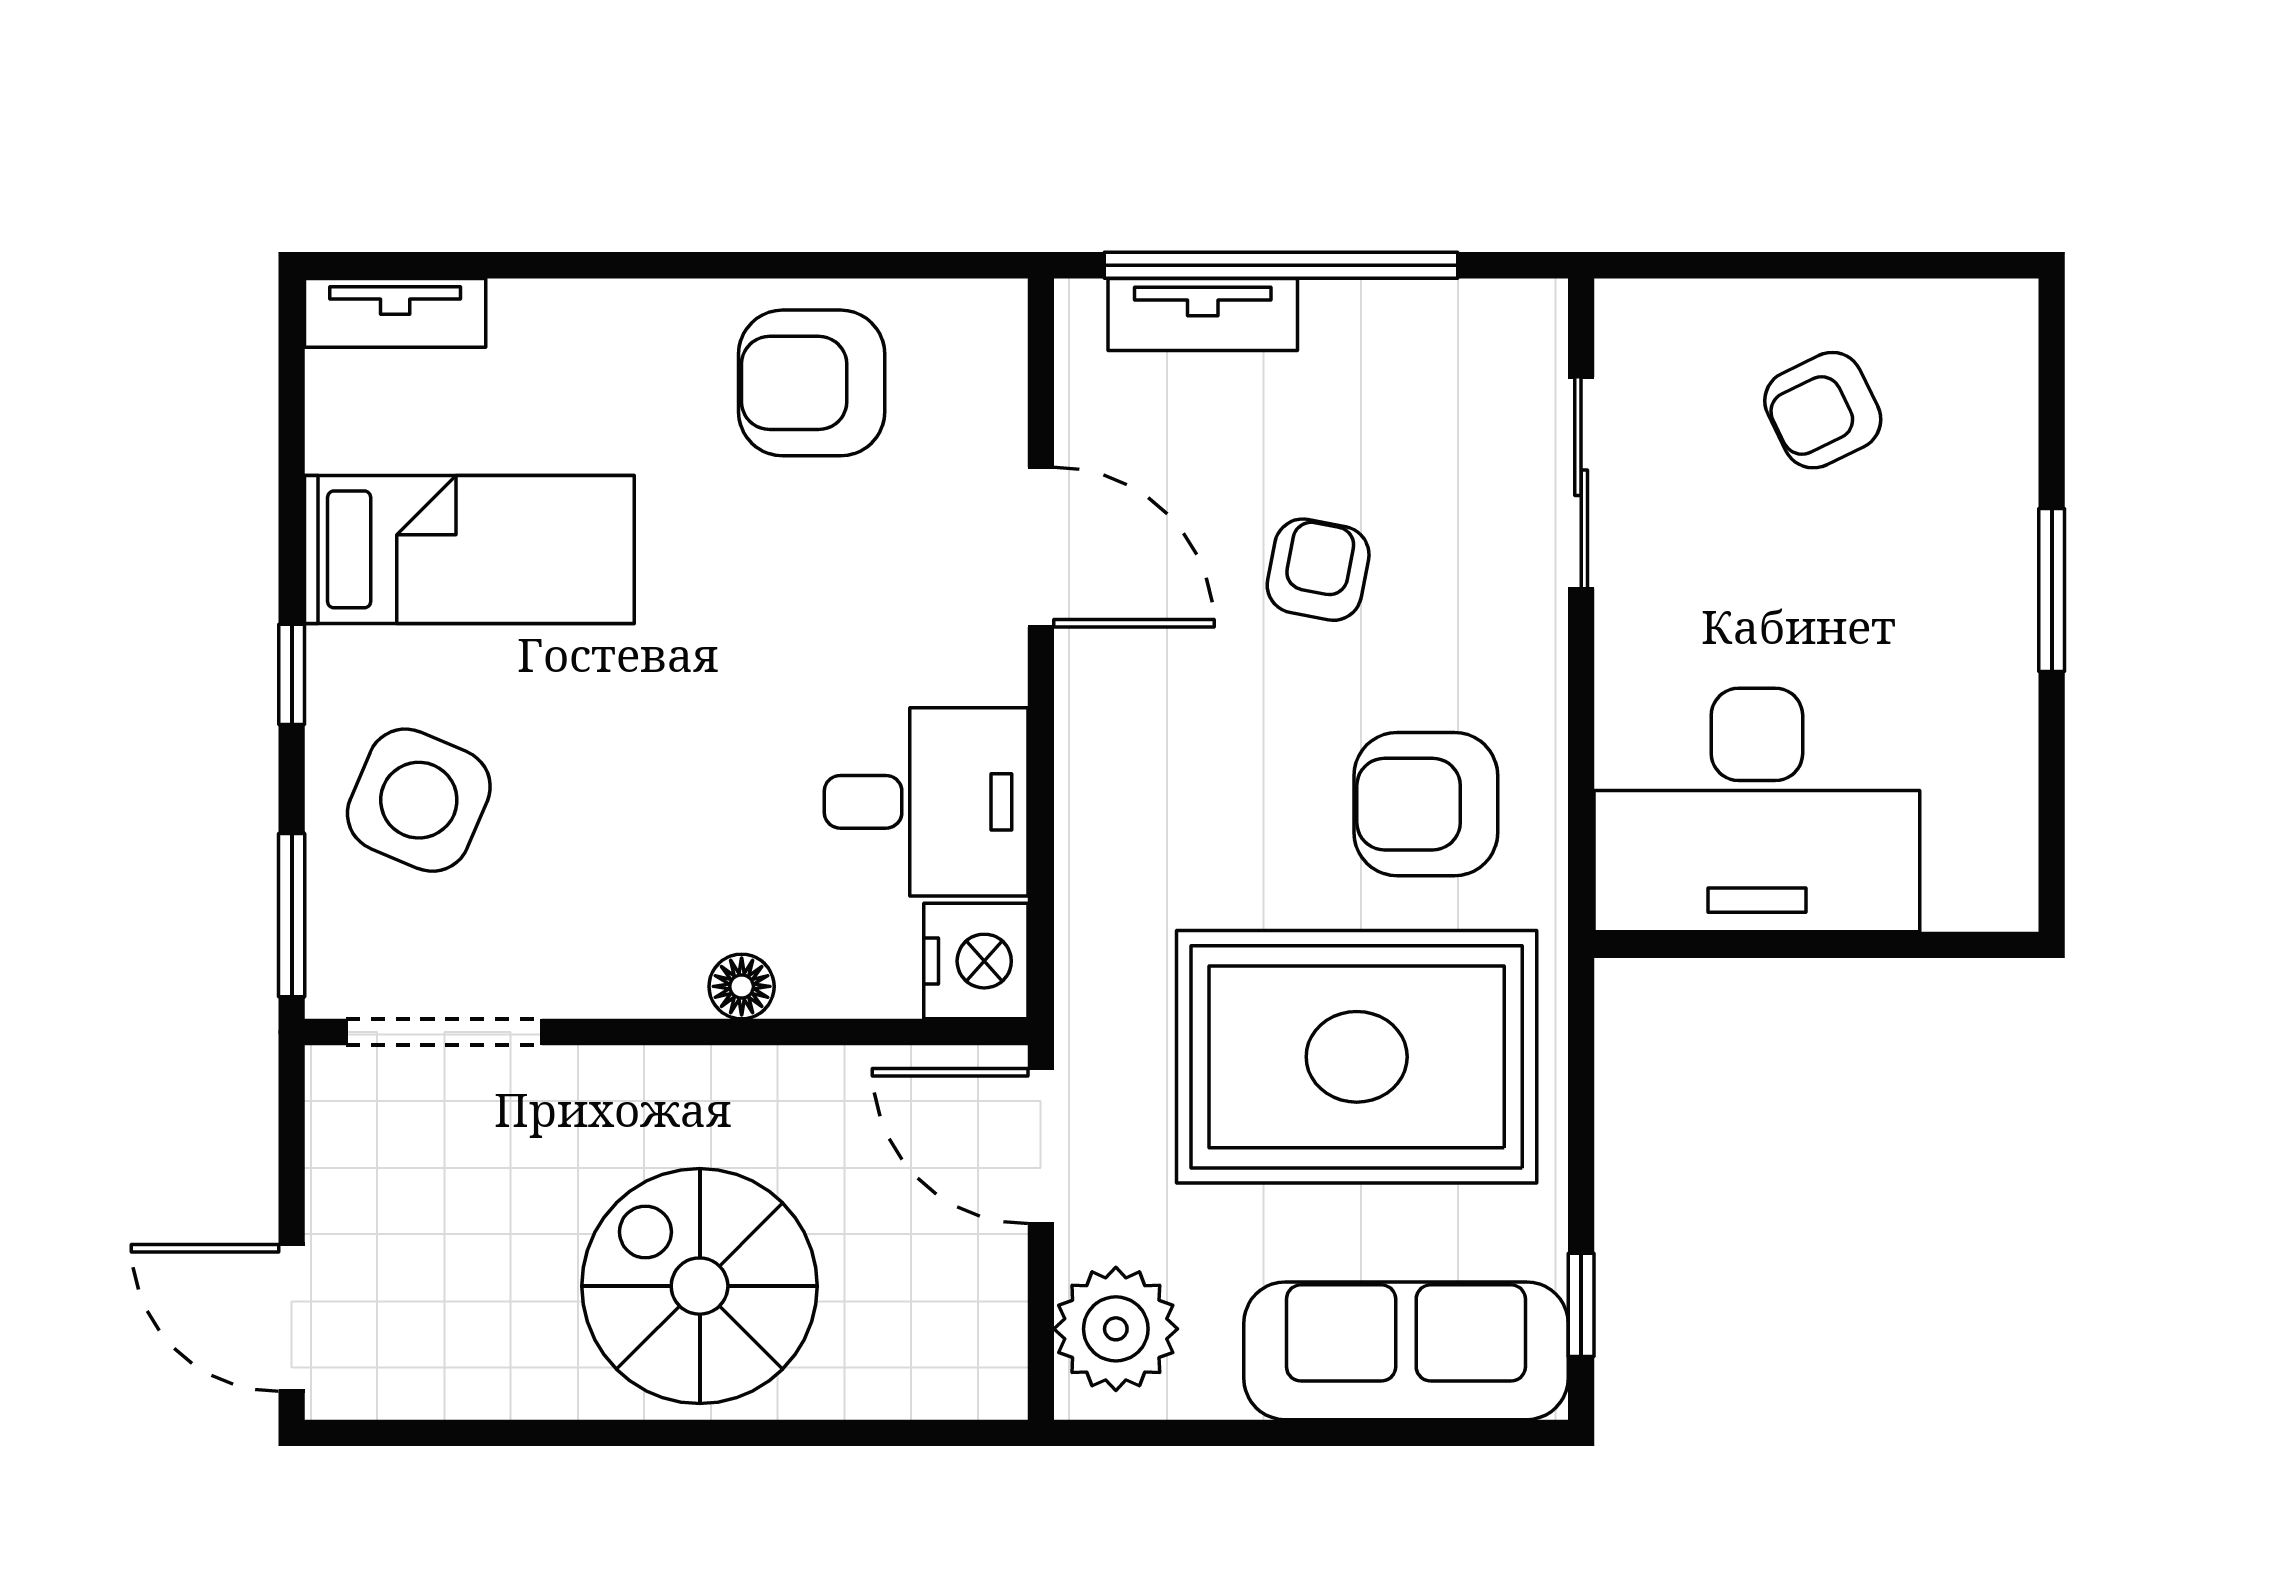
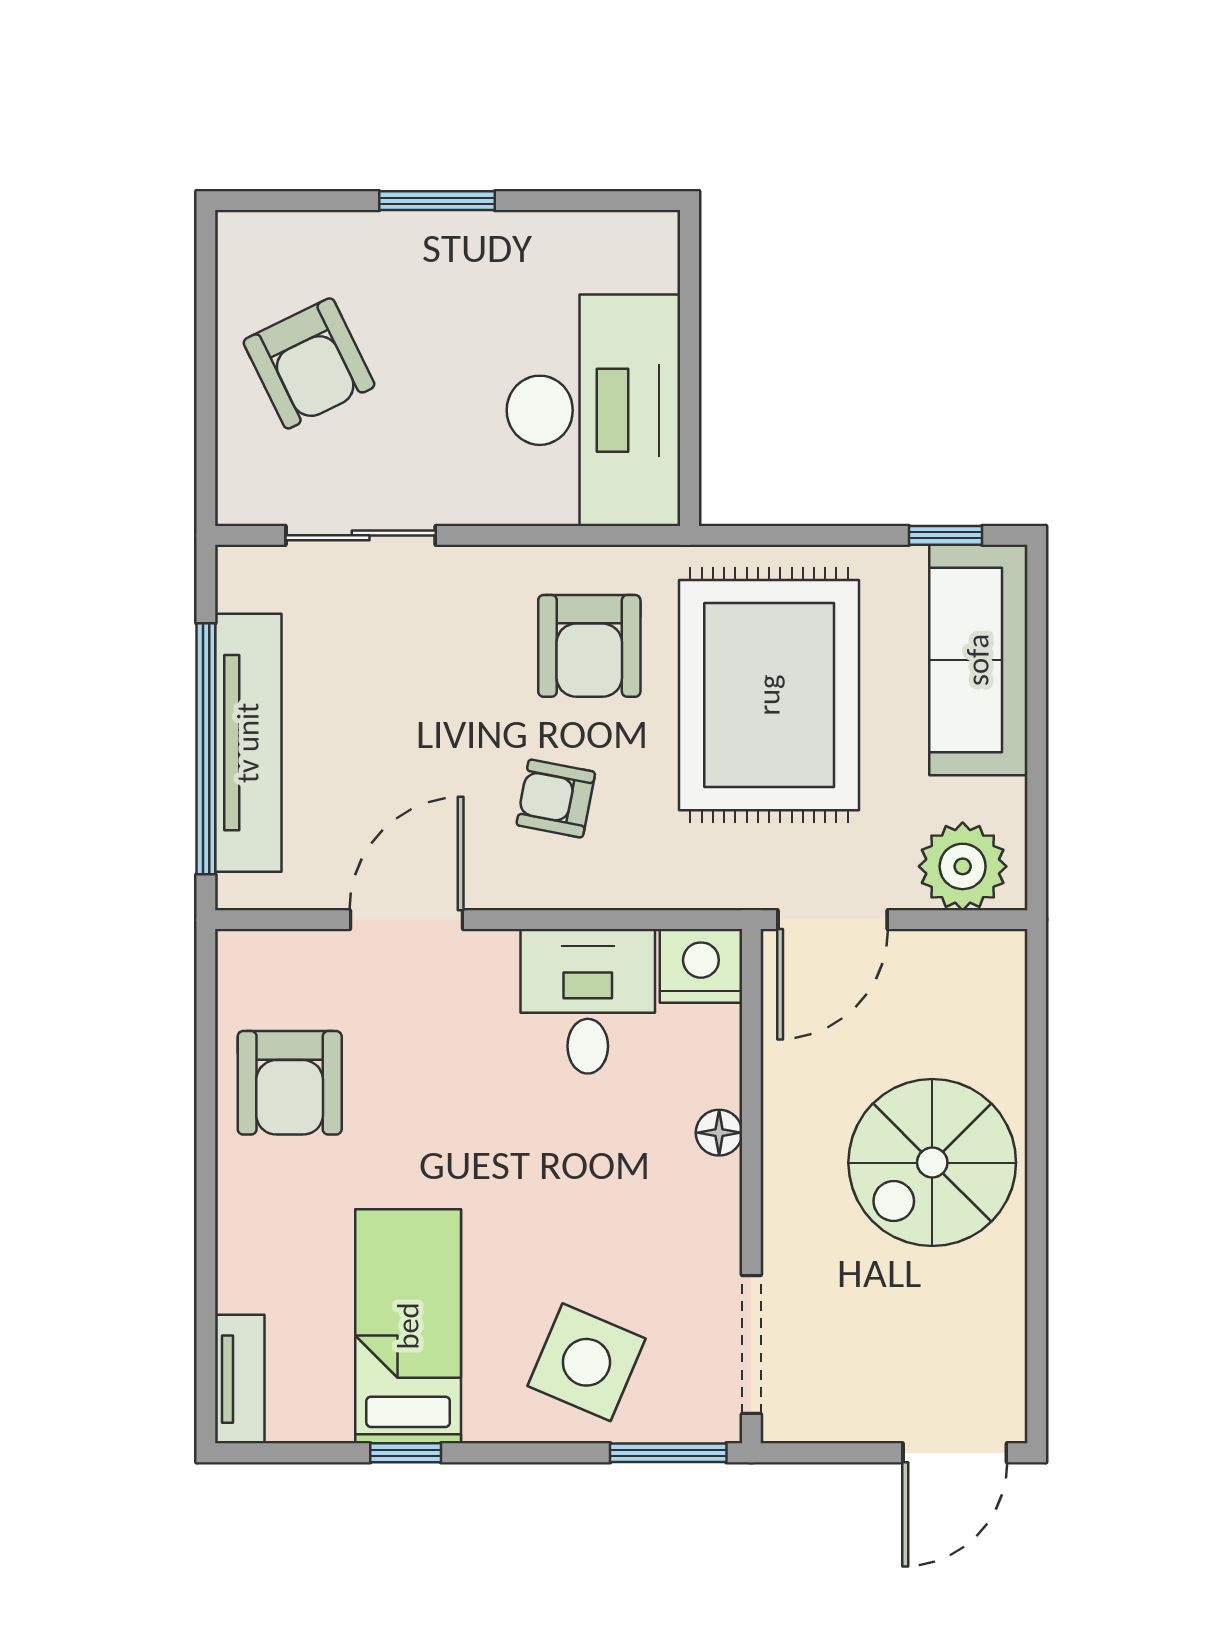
tv unit: (1203, 314) -> (248, 743), width x1.92, depth x1.29
armchair: (1823, 410) -> (309, 363), width x1.38, depth x1.38
armchair: (1318, 570) -> (556, 798), moved
window: (292, 674) -> (406, 1453), moved

